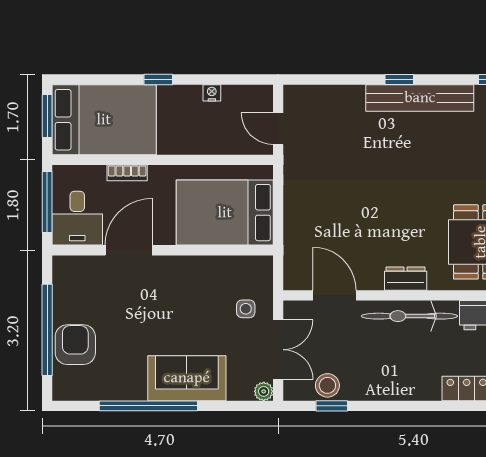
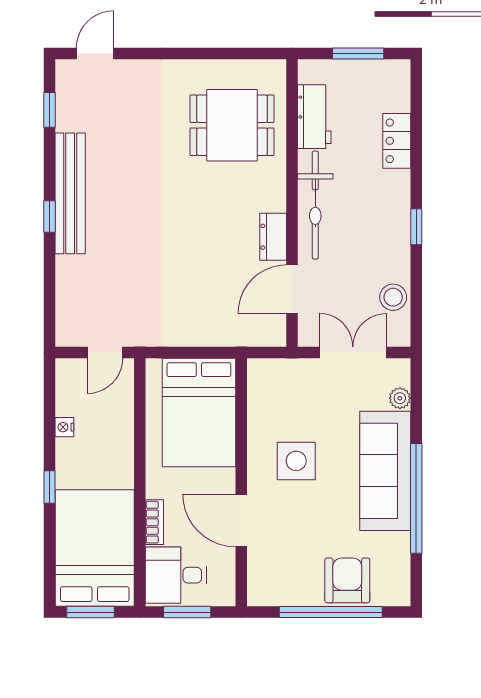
window: (47, 202) -> (187, 612), width x0.69
desk: (77, 218) -> (176, 575), moved, turned 180
dresser: (406, 279) -> (273, 237), moved
side table: (246, 309) -> (296, 461), moved, width x1.87, depth x1.87
armchair: (75, 345) -> (347, 580), turned 90
sofa: (187, 378) -> (385, 471), width x1.36
plant: (264, 391) -> (400, 398), moved
window: (332, 406) -> (416, 227), moved

